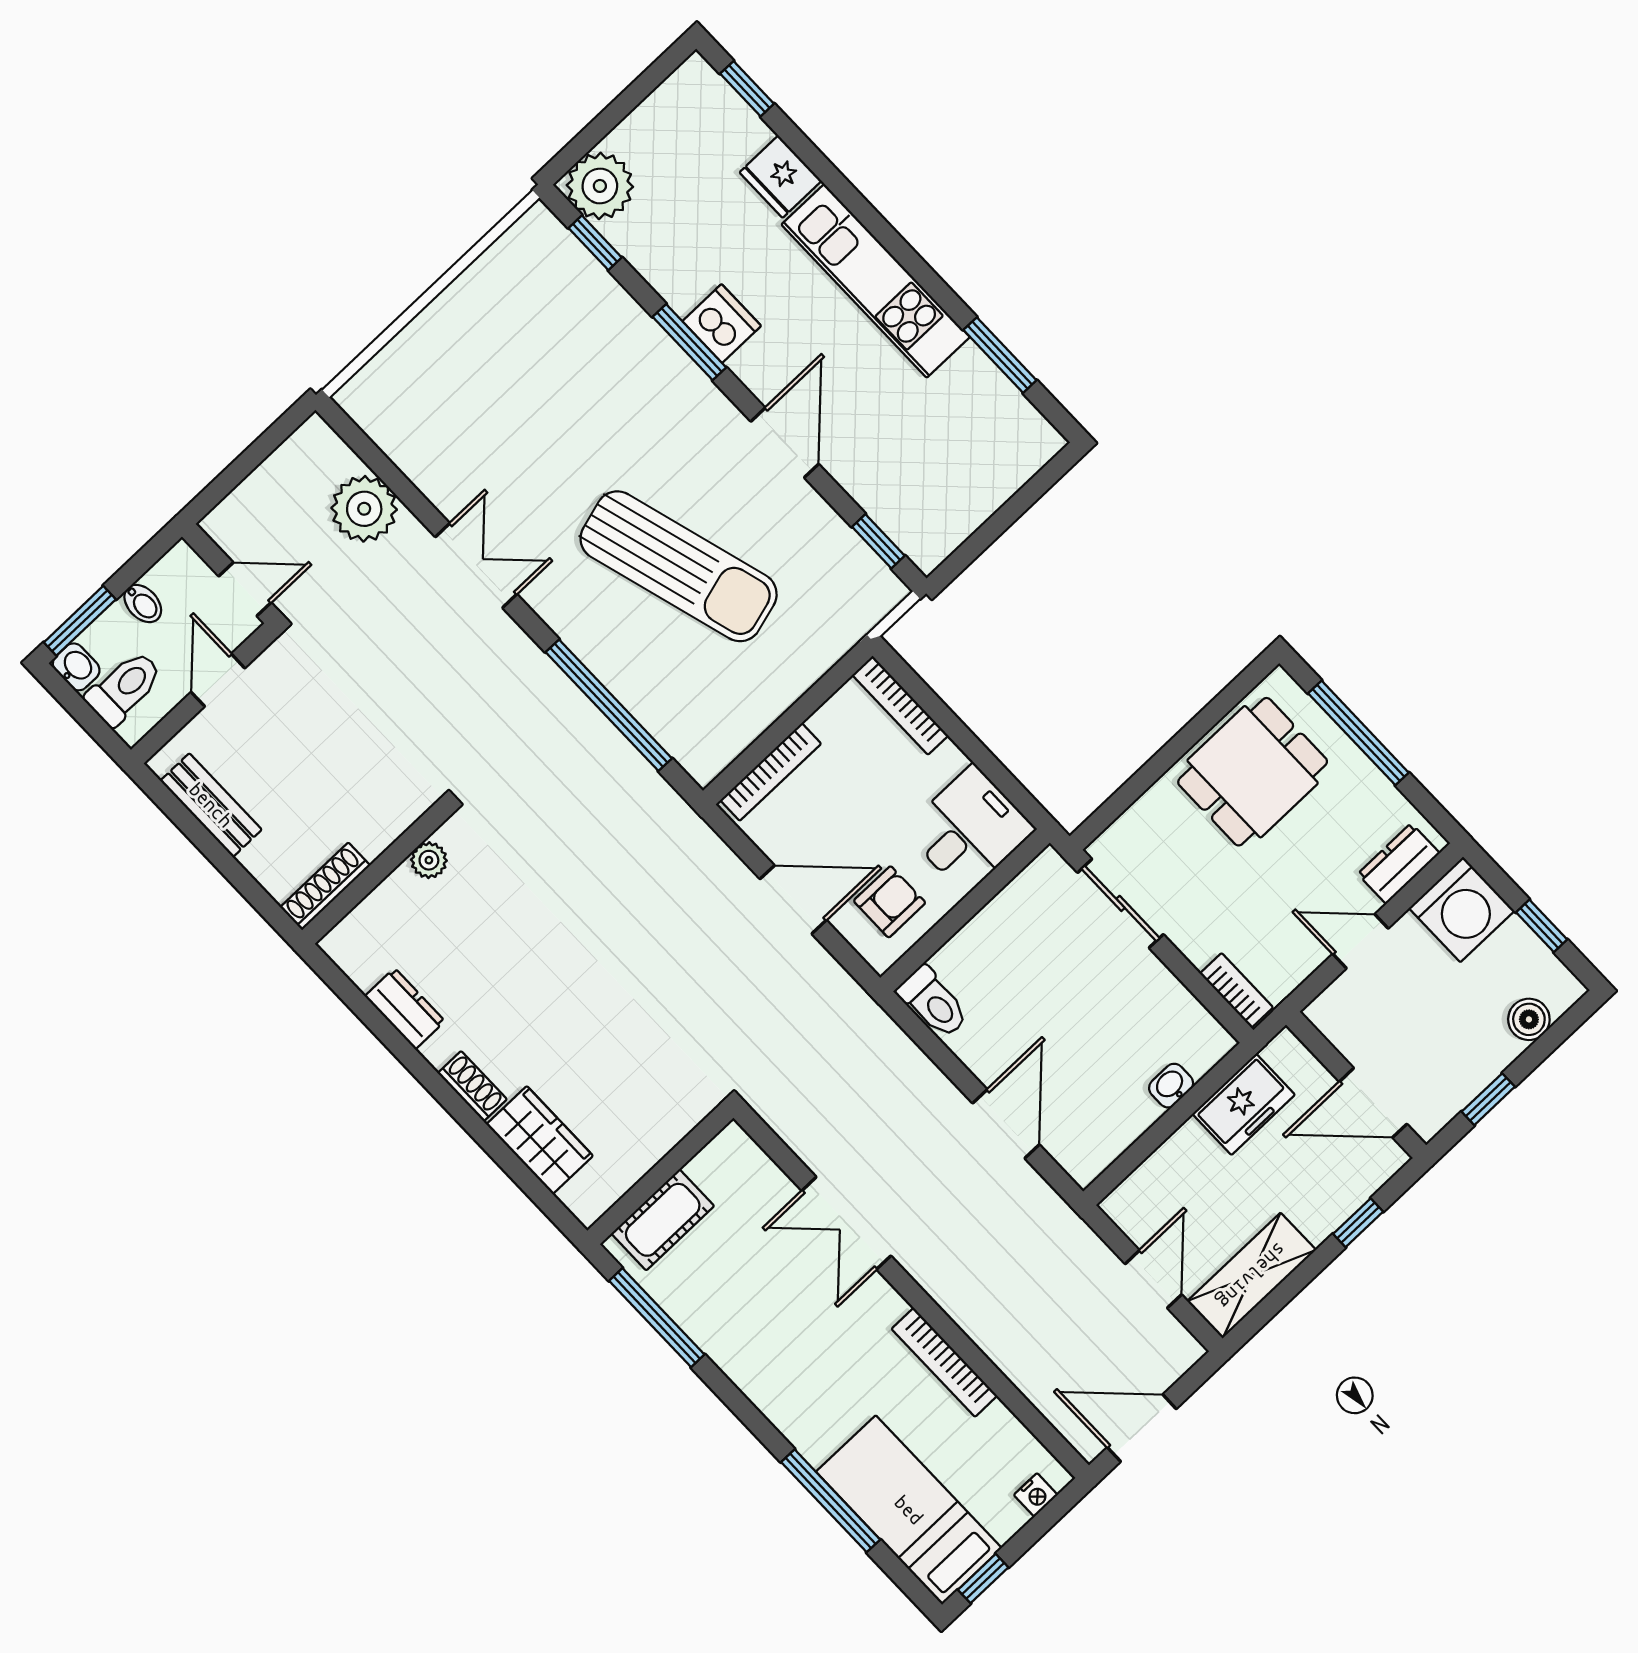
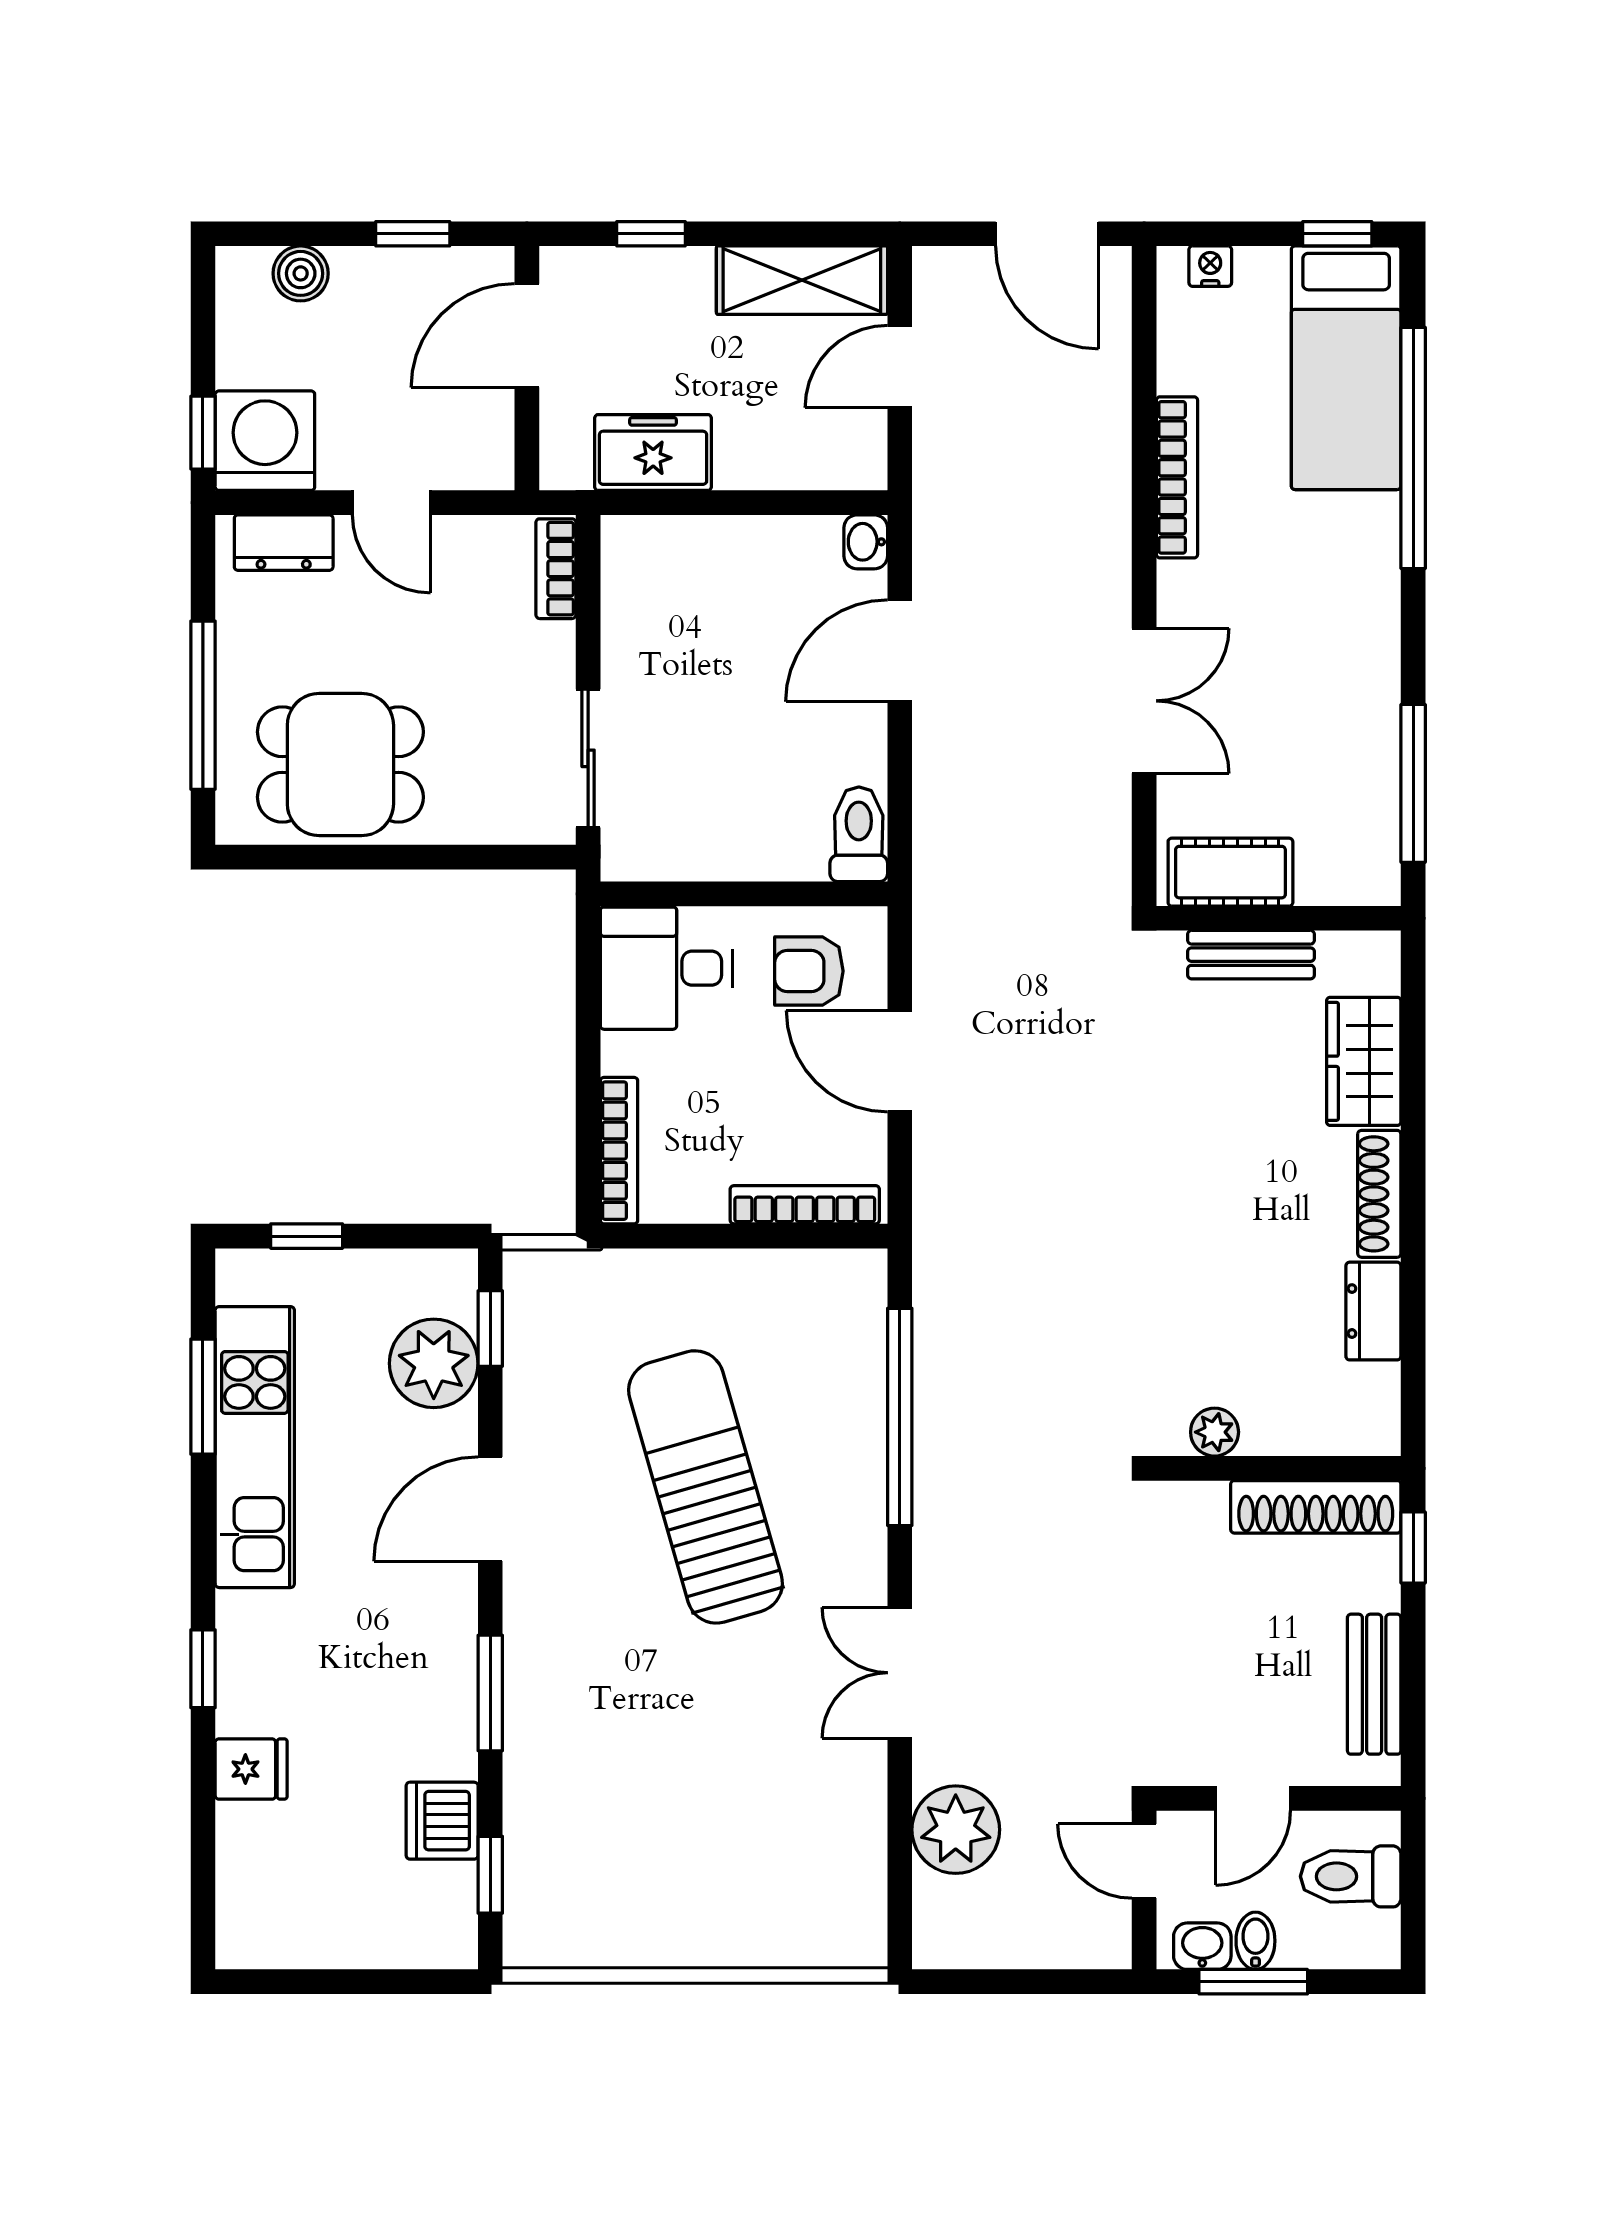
window: (747, 89) -> (203, 1669), moved
fridge: (781, 177) -> (251, 1769), width x0.72
plant: (600, 186) -> (434, 1363), moved
kitchen unit: (876, 281) -> (255, 1447), moved
dishwasher: (722, 323) -> (442, 1821), moved
window: (1027, 497) -> (307, 1236), added
window: (80, 621) -> (1253, 1982), moved
washbasin: (76, 667) -> (1202, 1946), moved, turned 90
shoe rack: (325, 886) -> (1316, 1507), width x1.36, depth x1.24
window: (261, 900) -> (1413, 1548), added
window: (1542, 926) -> (203, 433), moved
shoe rack: (472, 1086) -> (1379, 1194), width x1.43
washbasin: (1171, 1086) -> (866, 542), moved, turned 90
door: (1373, 1103) -> (527, 336), swing flipped
bench: (657, 1140) -> (1251, 955), added
cot: (663, 1220) -> (1230, 872), moved
window: (831, 1501) -> (1413, 448), width x1.46

